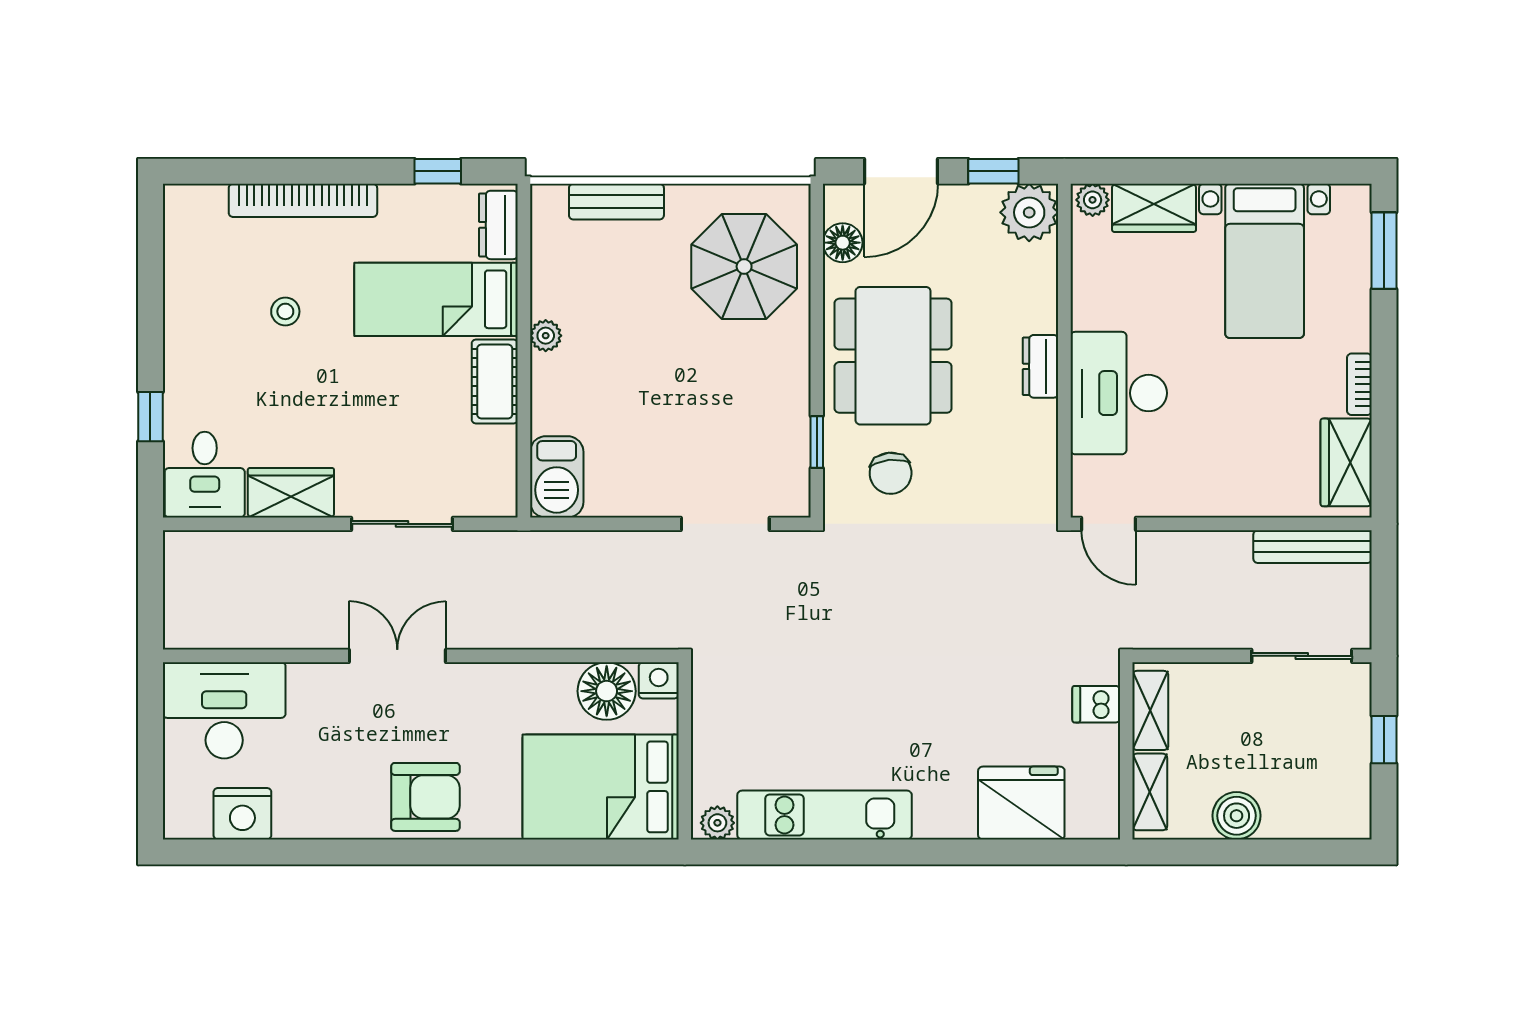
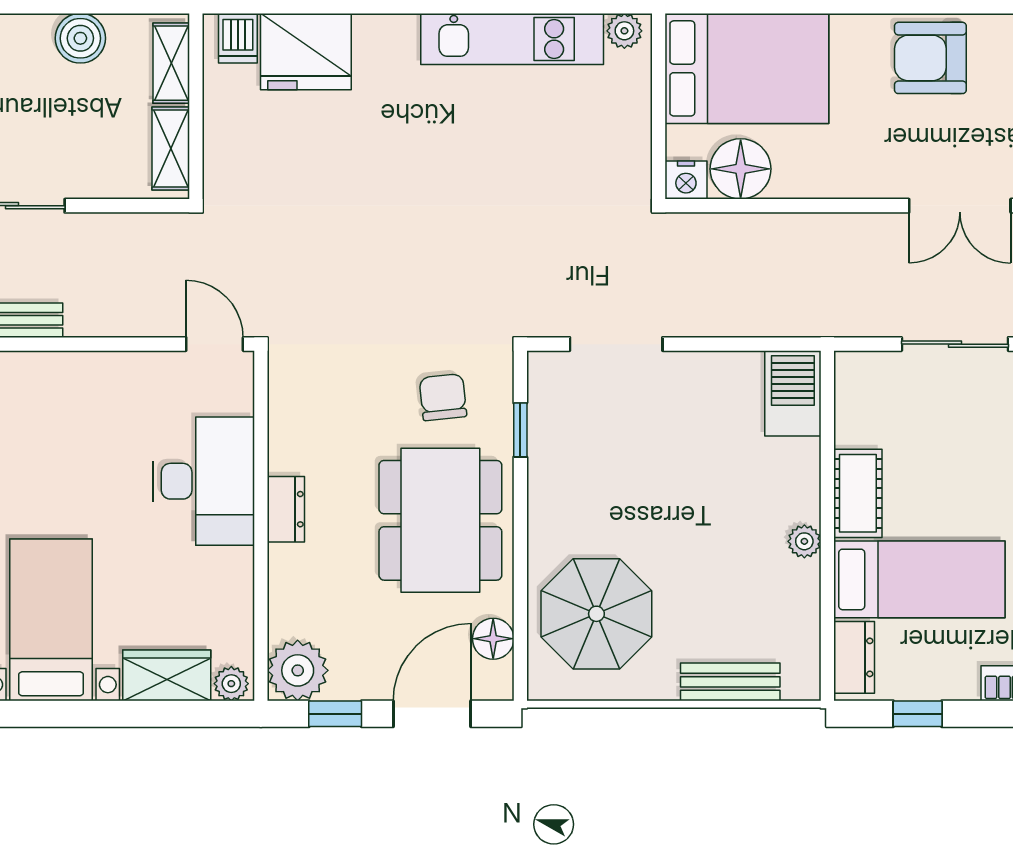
dishwasher: (1096, 704) -> (238, 38), moved, turned 90

